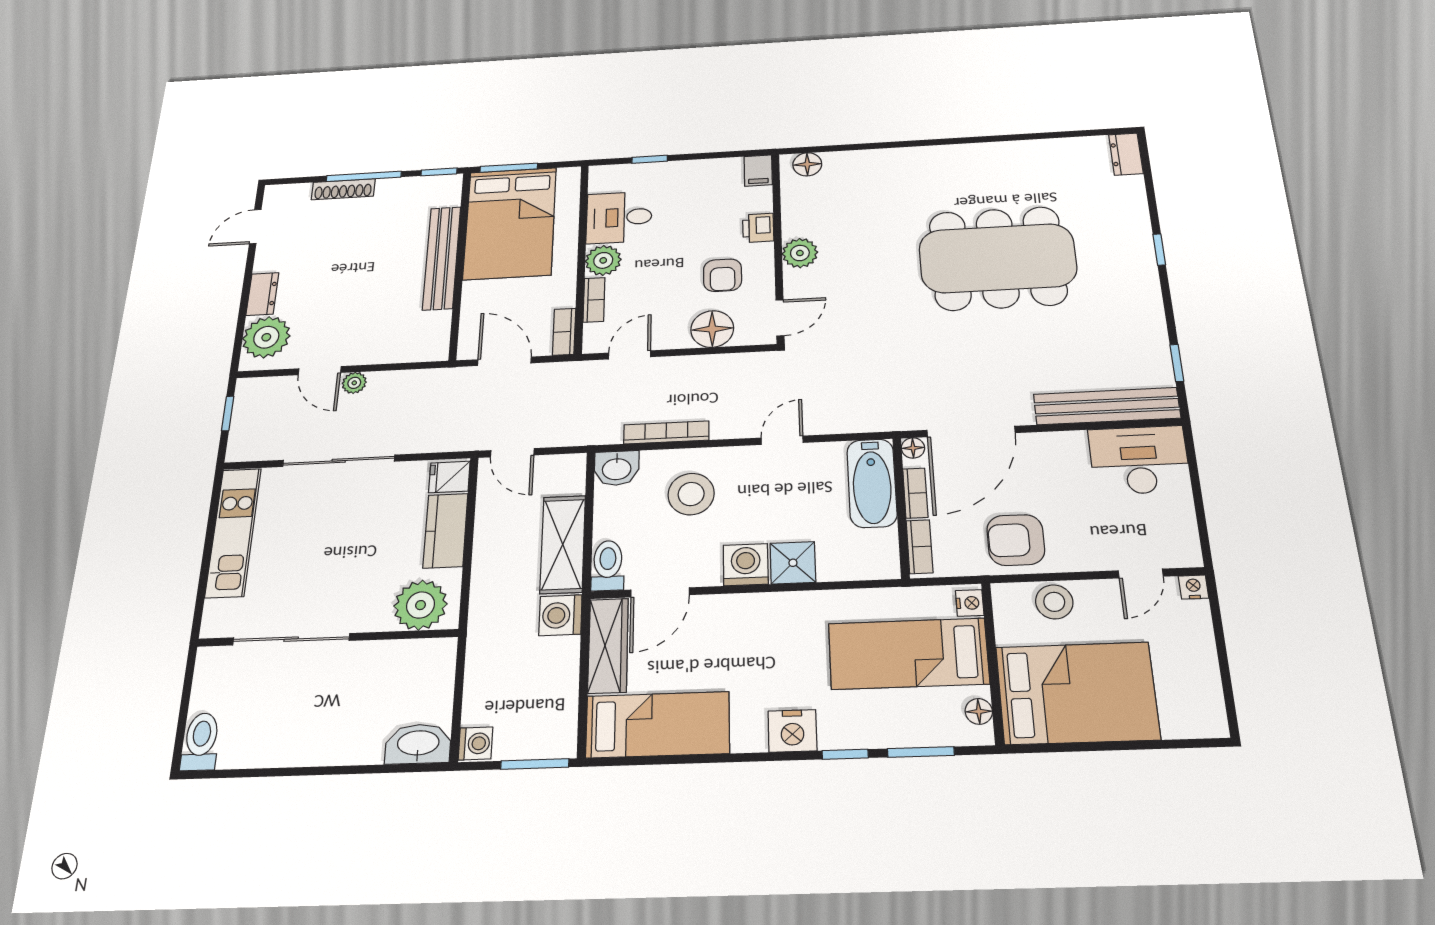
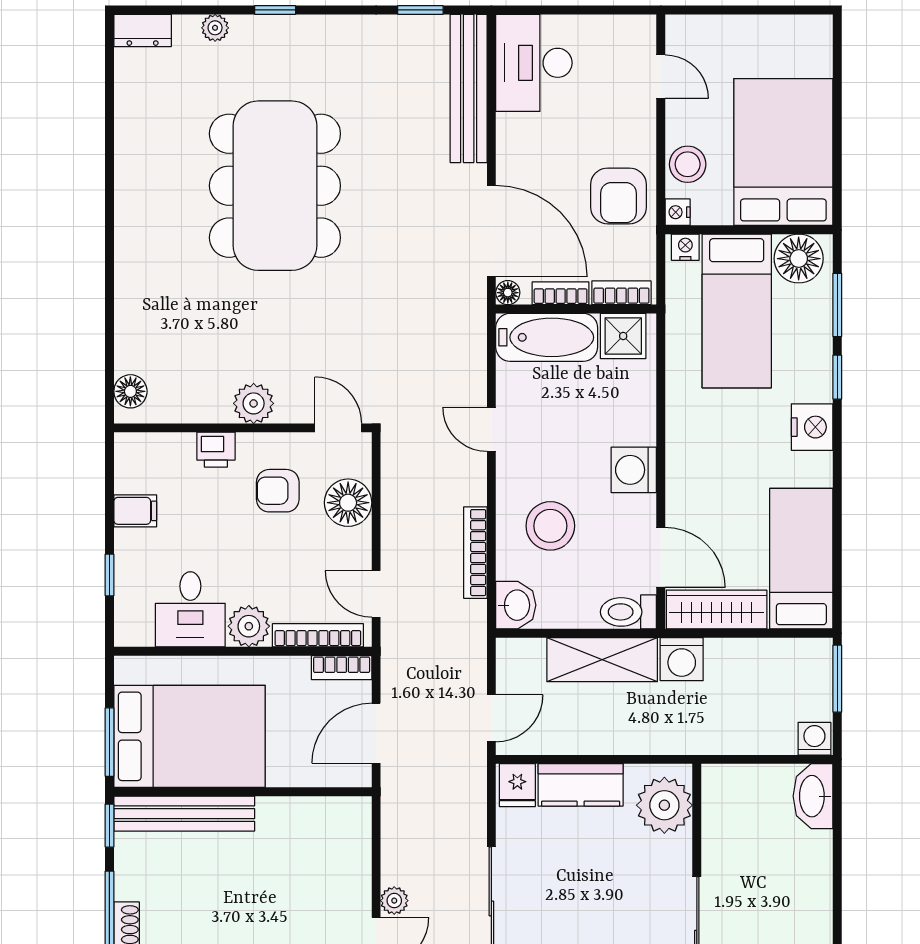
filing cabinet: (758, 171) -> (135, 511), moved
plant: (1136, 206) -> (215, 28), added
bench: (442, 258) -> (184, 814), moved
armchair: (723, 275) -> (278, 491), turned 180
bookcase: (594, 300) -> (318, 635), width x1.56
shower: (793, 563) -> (623, 336), moved
nightstand: (1193, 587) -> (678, 212), moved
floor lamp: (979, 711) -> (799, 259), width x1.89, depth x1.89

